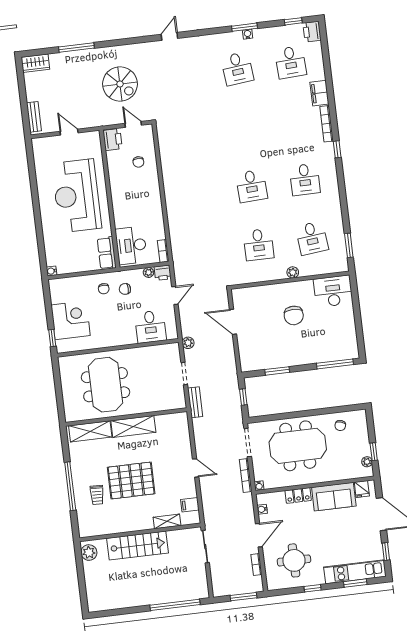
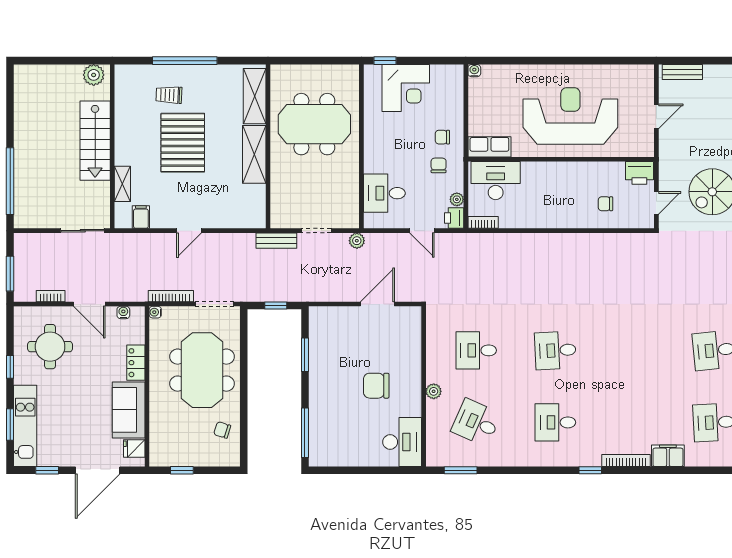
desk: (312, 238) -> (476, 422), turned 30
plant: (367, 462) -> (170, 460), removed

